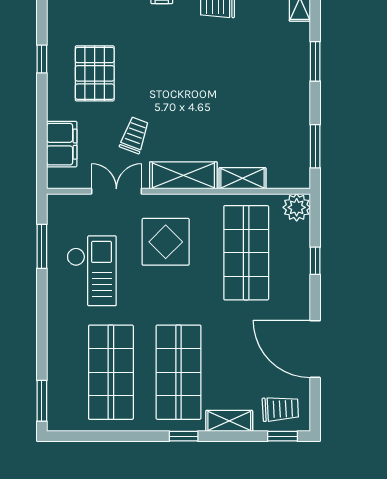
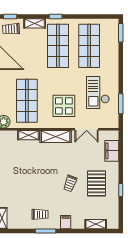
trolley: (135, 135) -> (70, 183), moved

